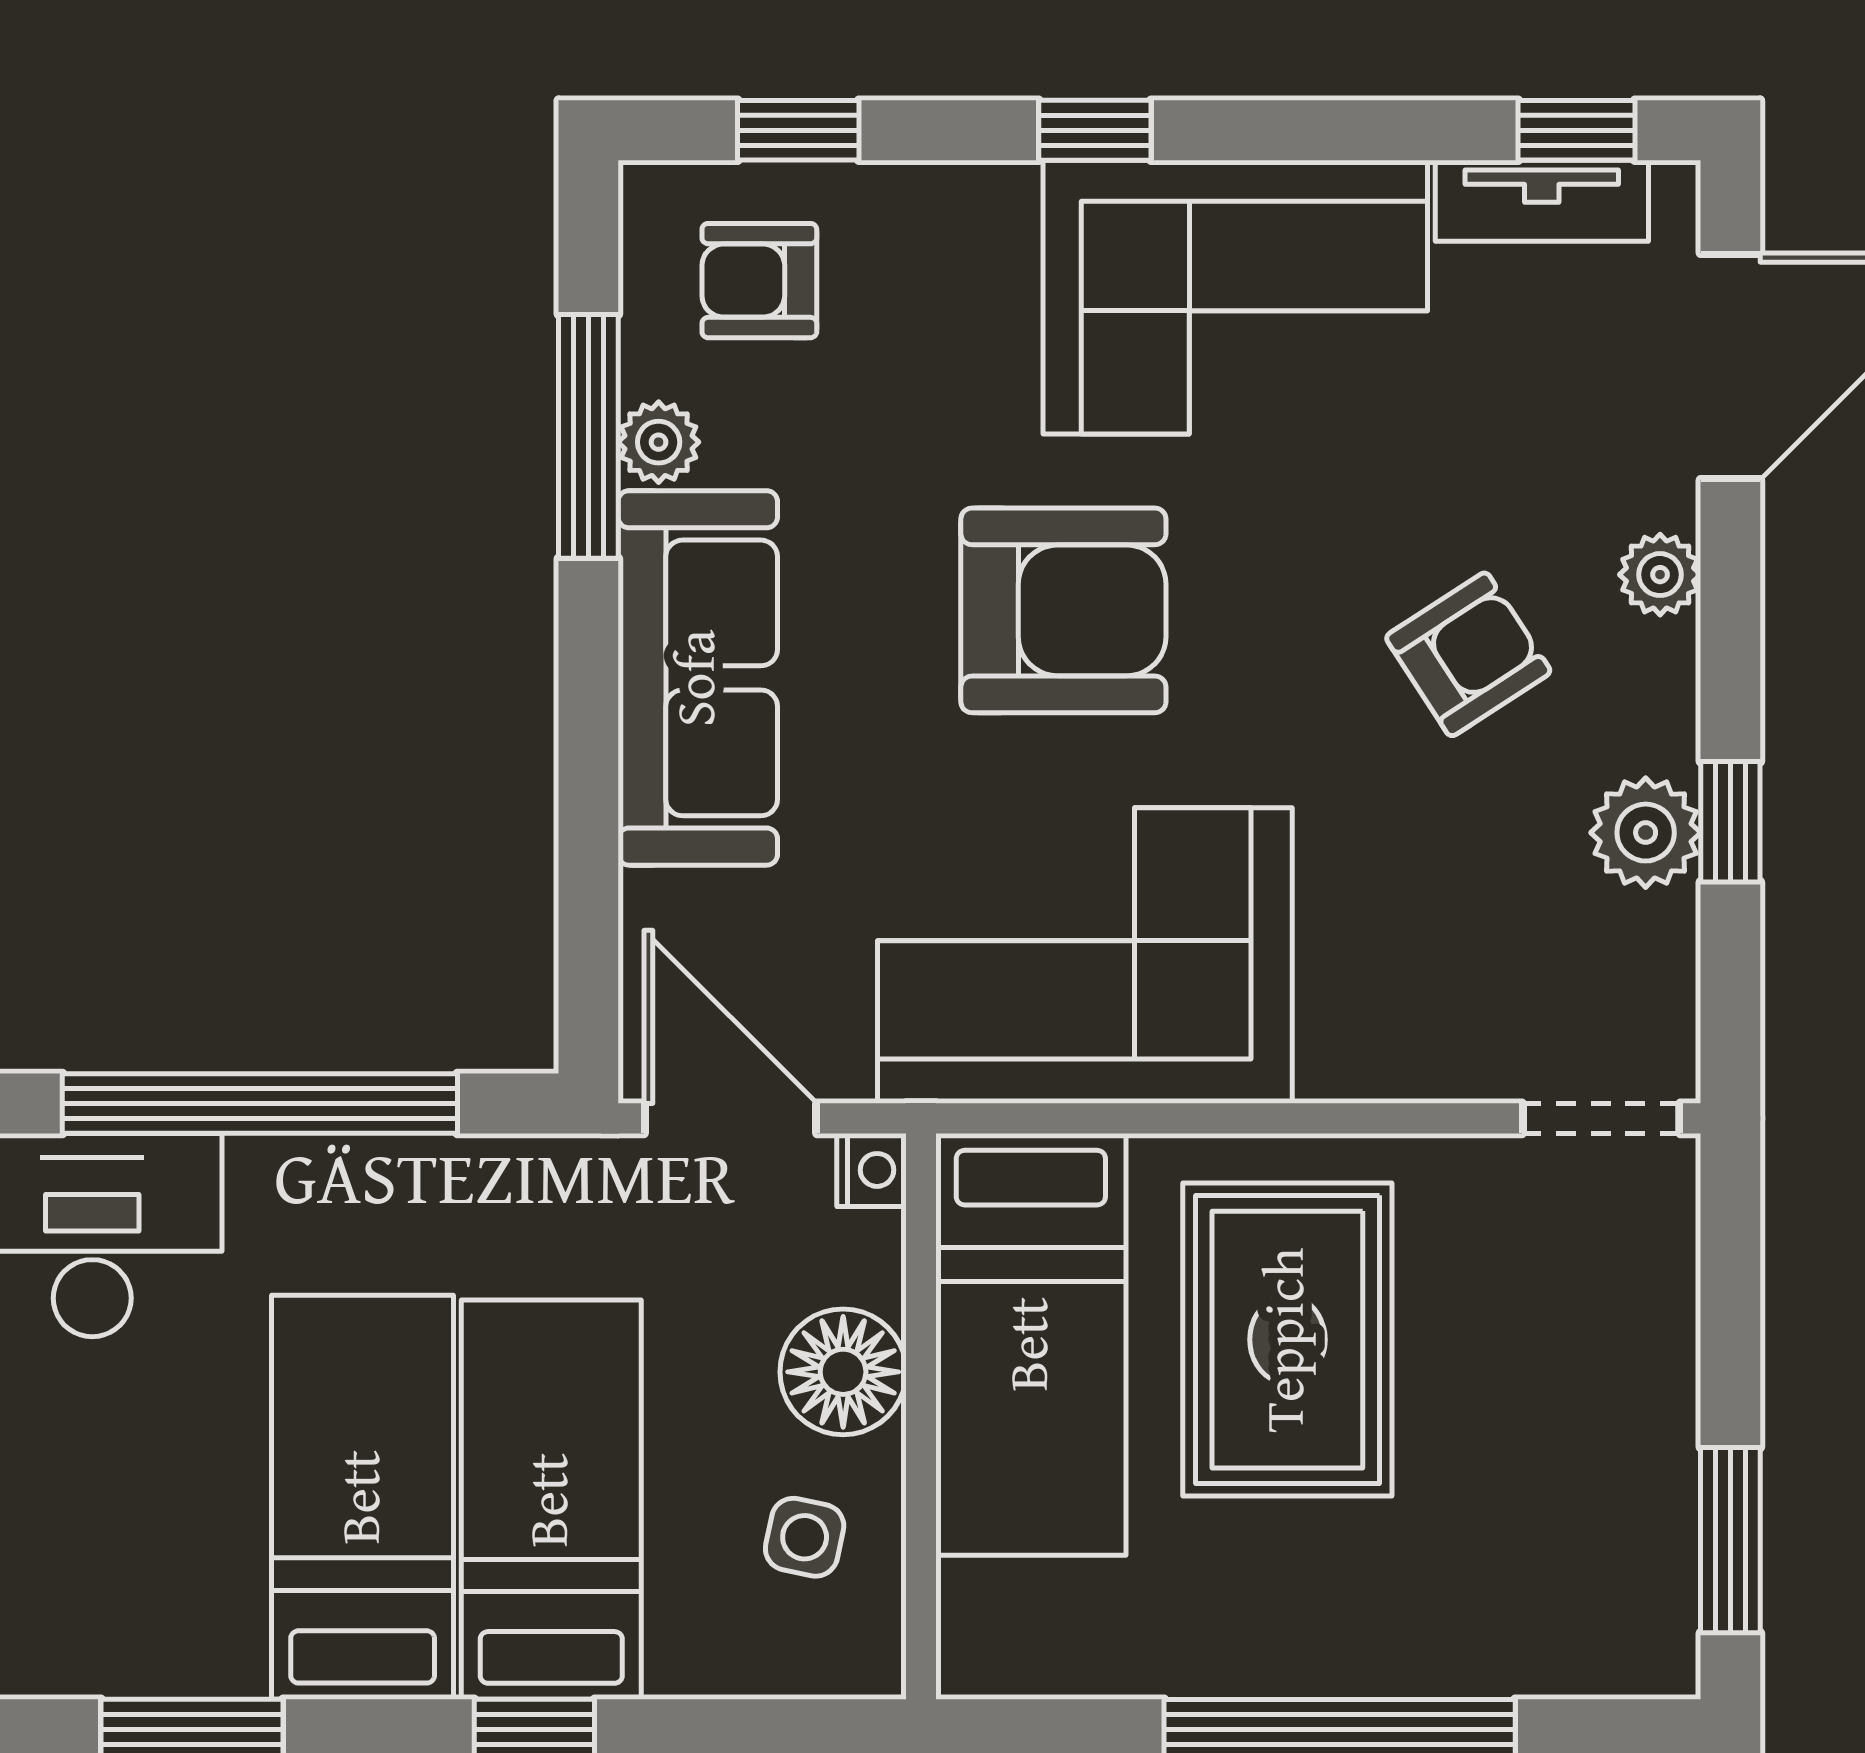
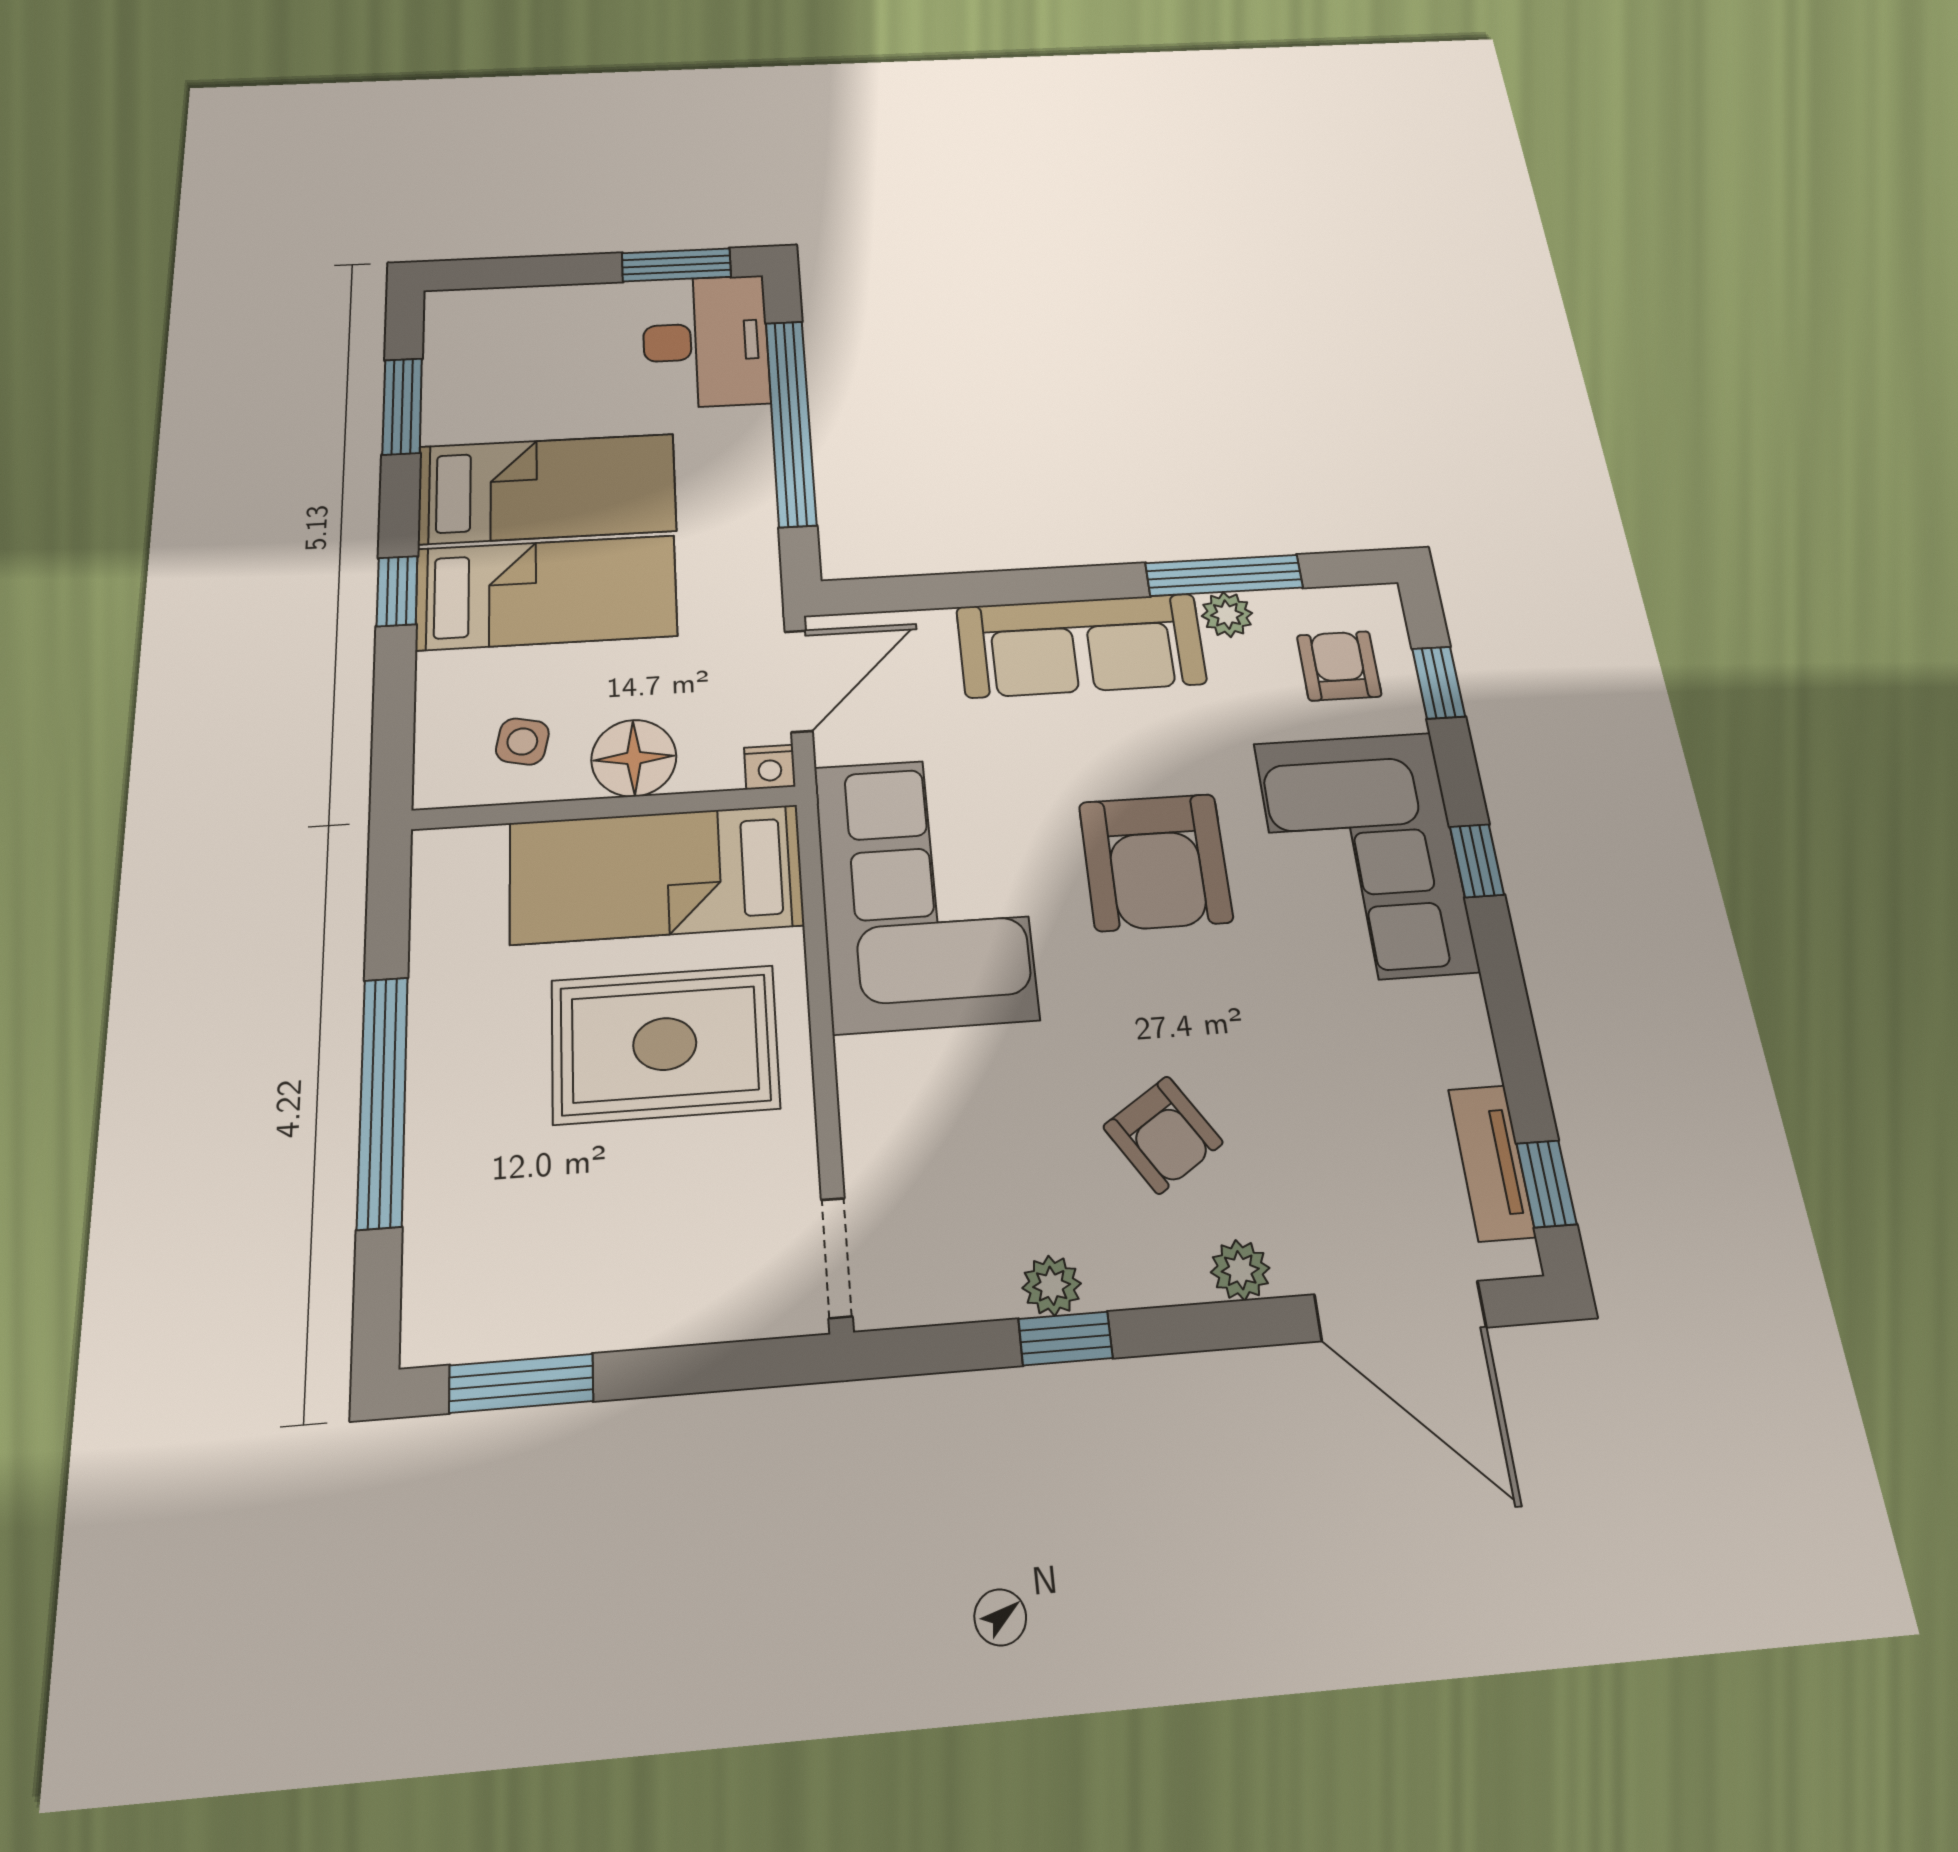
corner sofa: (1235, 297) -> (1365, 856), moved
plant: (1646, 833) -> (1052, 1286), width x0.73, depth x0.73

